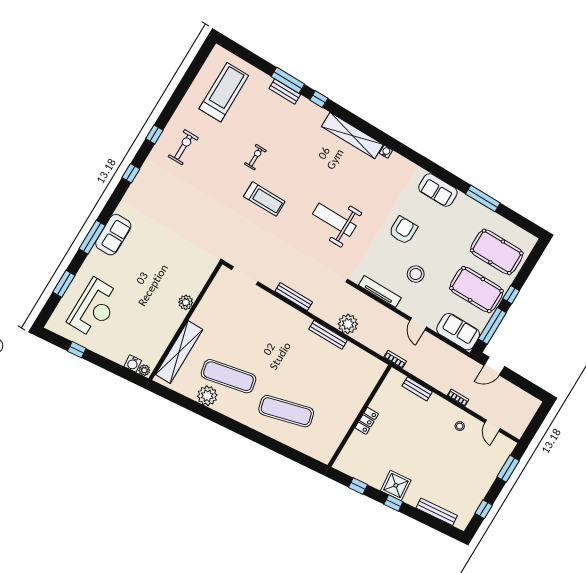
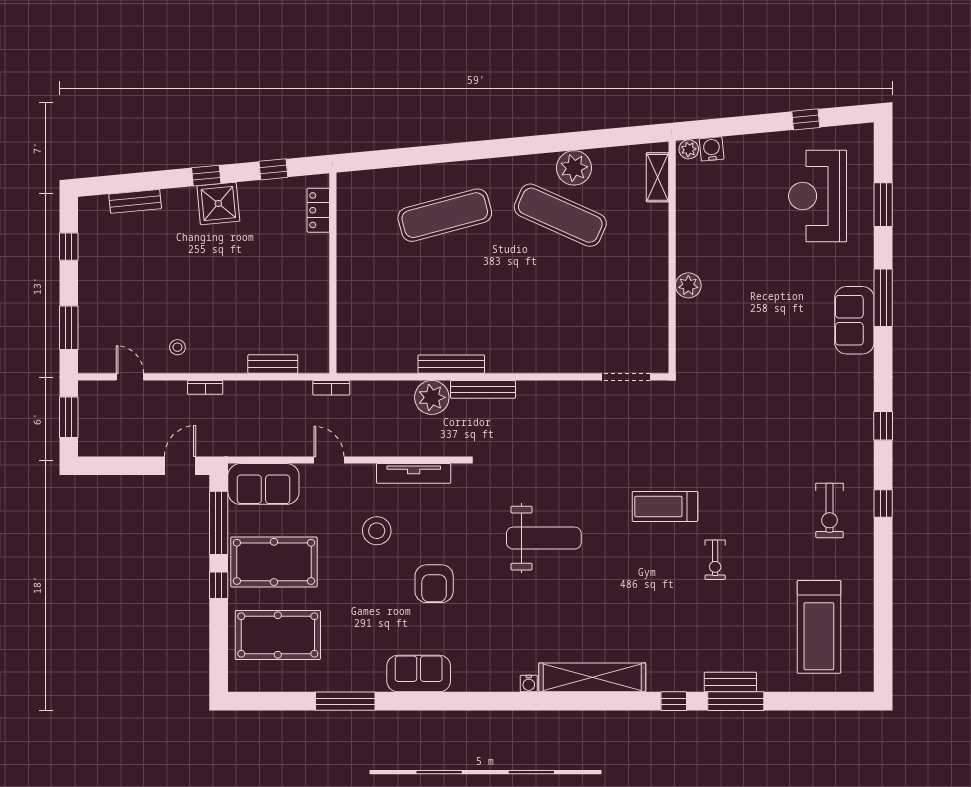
bench: (294, 297) -> (483, 389), moved
shelving: (179, 352) -> (658, 177), width x0.45, depth x0.75
exercise mat: (228, 376) -> (560, 215), turned 36
locker: (367, 421) -> (318, 210), moved
window: (535, 424) -> (69, 417), added
bench: (437, 512) -> (135, 201), width x0.73

